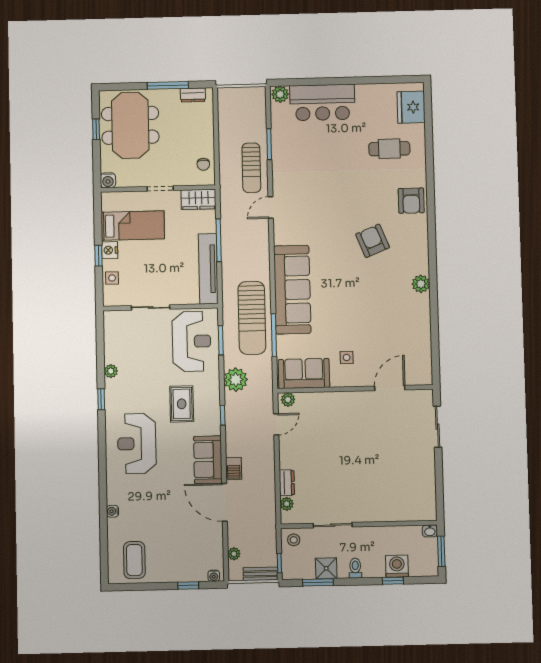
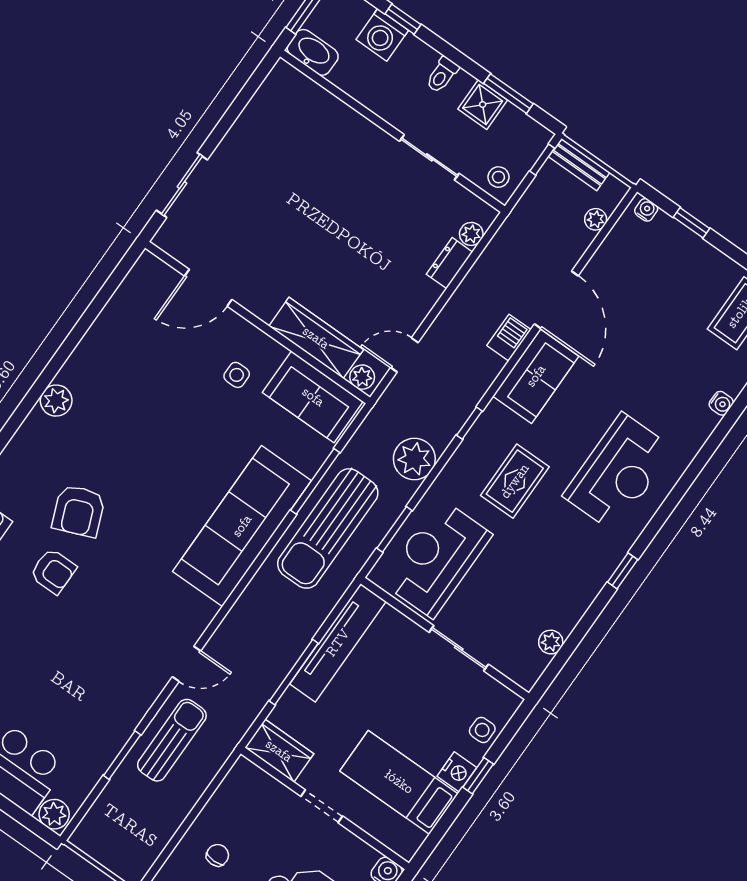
chair: (203, 164) -> (218, 855), moved
armchair: (364, 205) -> (53, 571), added
sun lounger: (252, 318) -> (328, 528), turned 180
plant: (111, 371) -> (551, 642), moved
wardrobe: (323, 402) -> (316, 338), added
washbasin: (430, 531) -> (313, 52), width x1.91, depth x1.45

